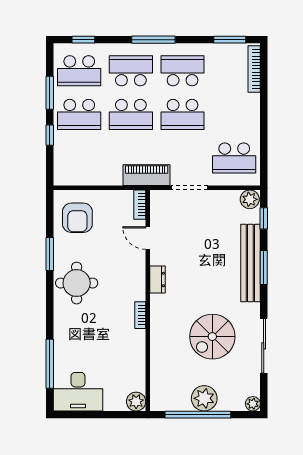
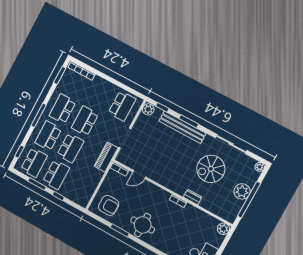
school desk: (183, 114) -> (85, 121), turned 180
dresser: (158, 280) -> (193, 197), moved
spiral stairs: (212, 337) -> (211, 169), turned 90

